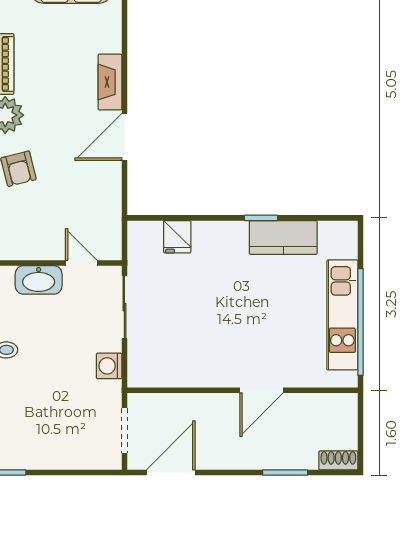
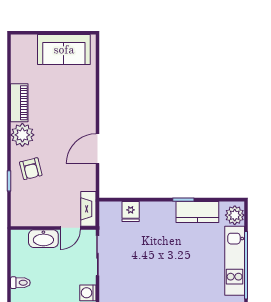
fireplace: (110, 82) -> (88, 209), moved
plant: (343, 243) -> (235, 215), added
door: (81, 263) -> (70, 228), swing flipped

